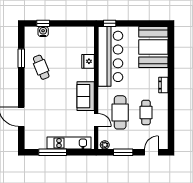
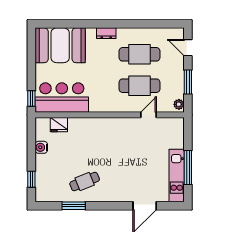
water cooler: (43, 32) -> (41, 147), moved
bar counter: (110, 56) -> (62, 97), width x0.73
fridge: (88, 61) -> (59, 125), moved
sofa: (86, 96) -> (120, 128), removed
cafe table: (146, 112) -> (139, 54), width x1.37, depth x1.35
kitchen unit: (69, 143) -> (177, 176), moved

